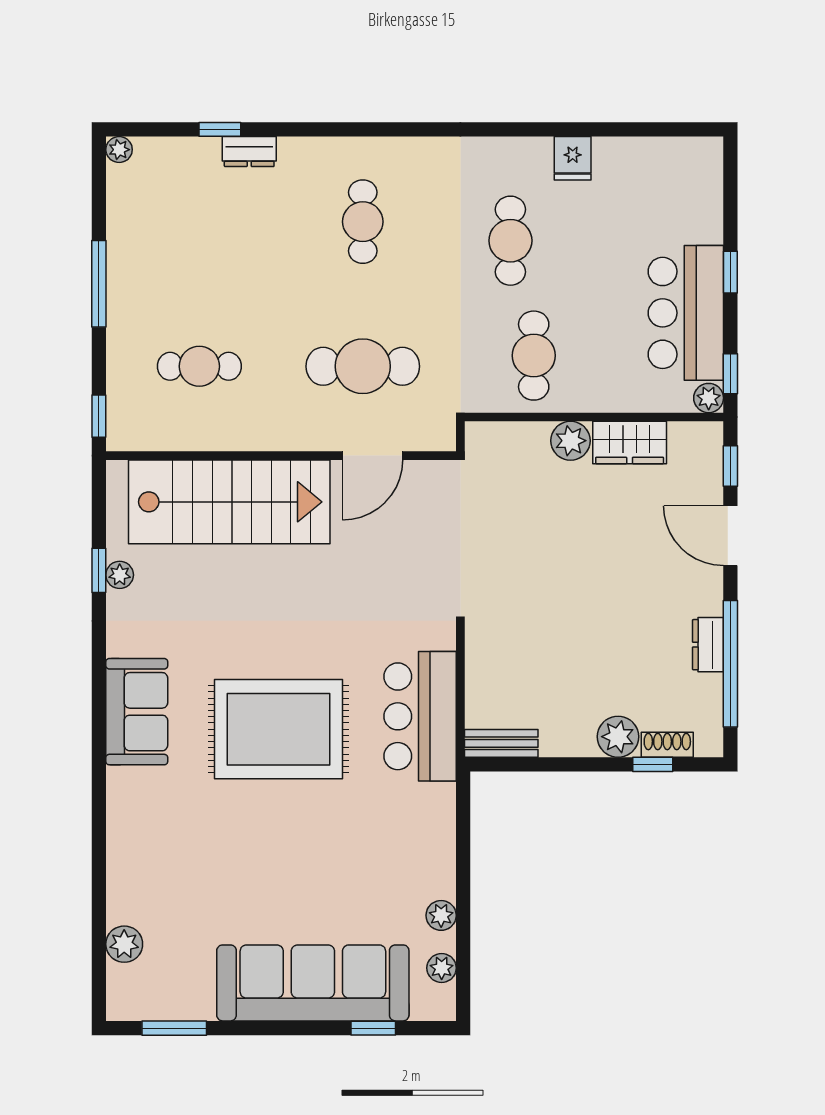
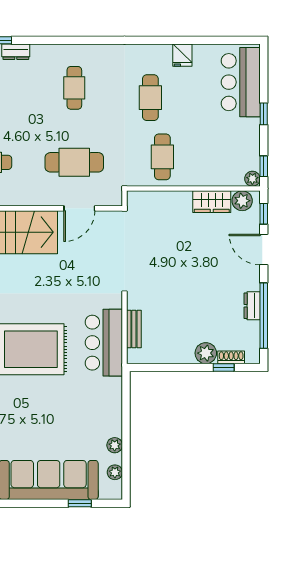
bar counter: (686, 313) -> (241, 82), moved
plant: (571, 441) -> (242, 201), moved
bench: (501, 743) -> (134, 329), moved, turned 90

